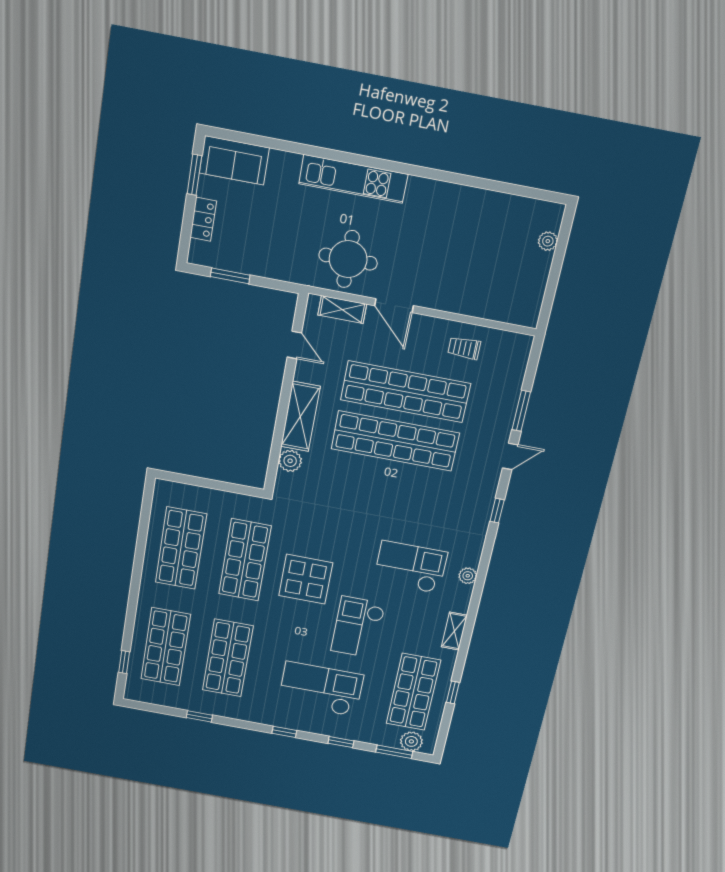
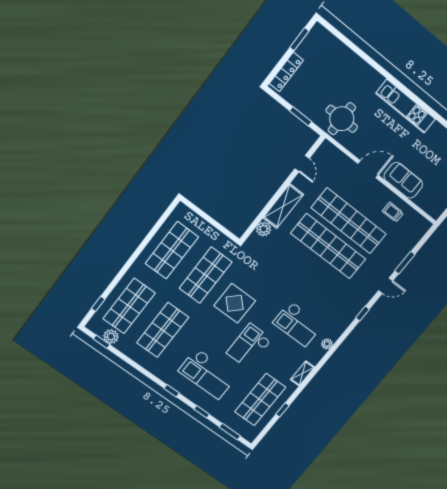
sofa: (234, 160) -> (403, 180), moved, turned 180
kitchen unit: (353, 179) -> (406, 106), moved
locker: (203, 219) -> (286, 72), width x1.53
round table: (348, 259) -> (342, 119), moved
window: (230, 276) -> (301, 116), moved
door: (394, 306) -> (368, 169), swing flipped
shelving: (342, 310) -> (339, 157), removed
checkout: (410, 567) -> (298, 324), turned 180
checkout: (321, 689) -> (207, 374), turned 180
window: (199, 716) -> (102, 342), moved
plant: (411, 741) -> (111, 337), moved

